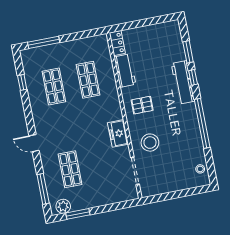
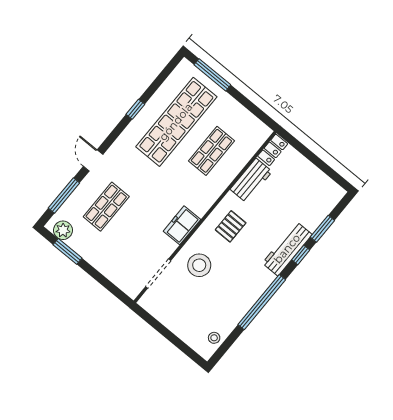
window: (22, 82) -> (135, 109), moved
shop shelf: (54, 86) -> (176, 122), width x2.00, depth x1.36
pallet: (142, 105) -> (231, 226), turned 90
door: (34, 143) -> (93, 160), moved

